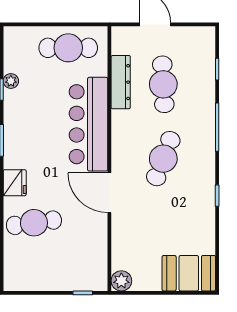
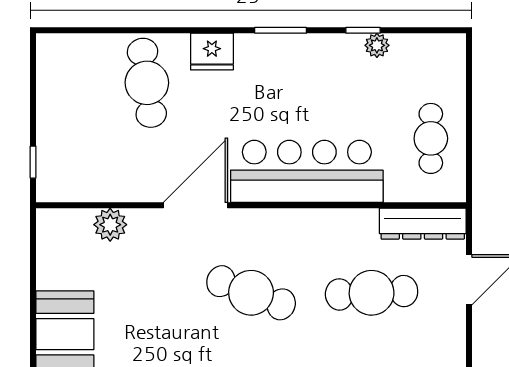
cafe table: (68, 48) -> (431, 138), width x0.73, depth x0.74
dresser: (121, 82) -> (423, 224), moved
plant: (121, 281) -> (110, 225), moved

